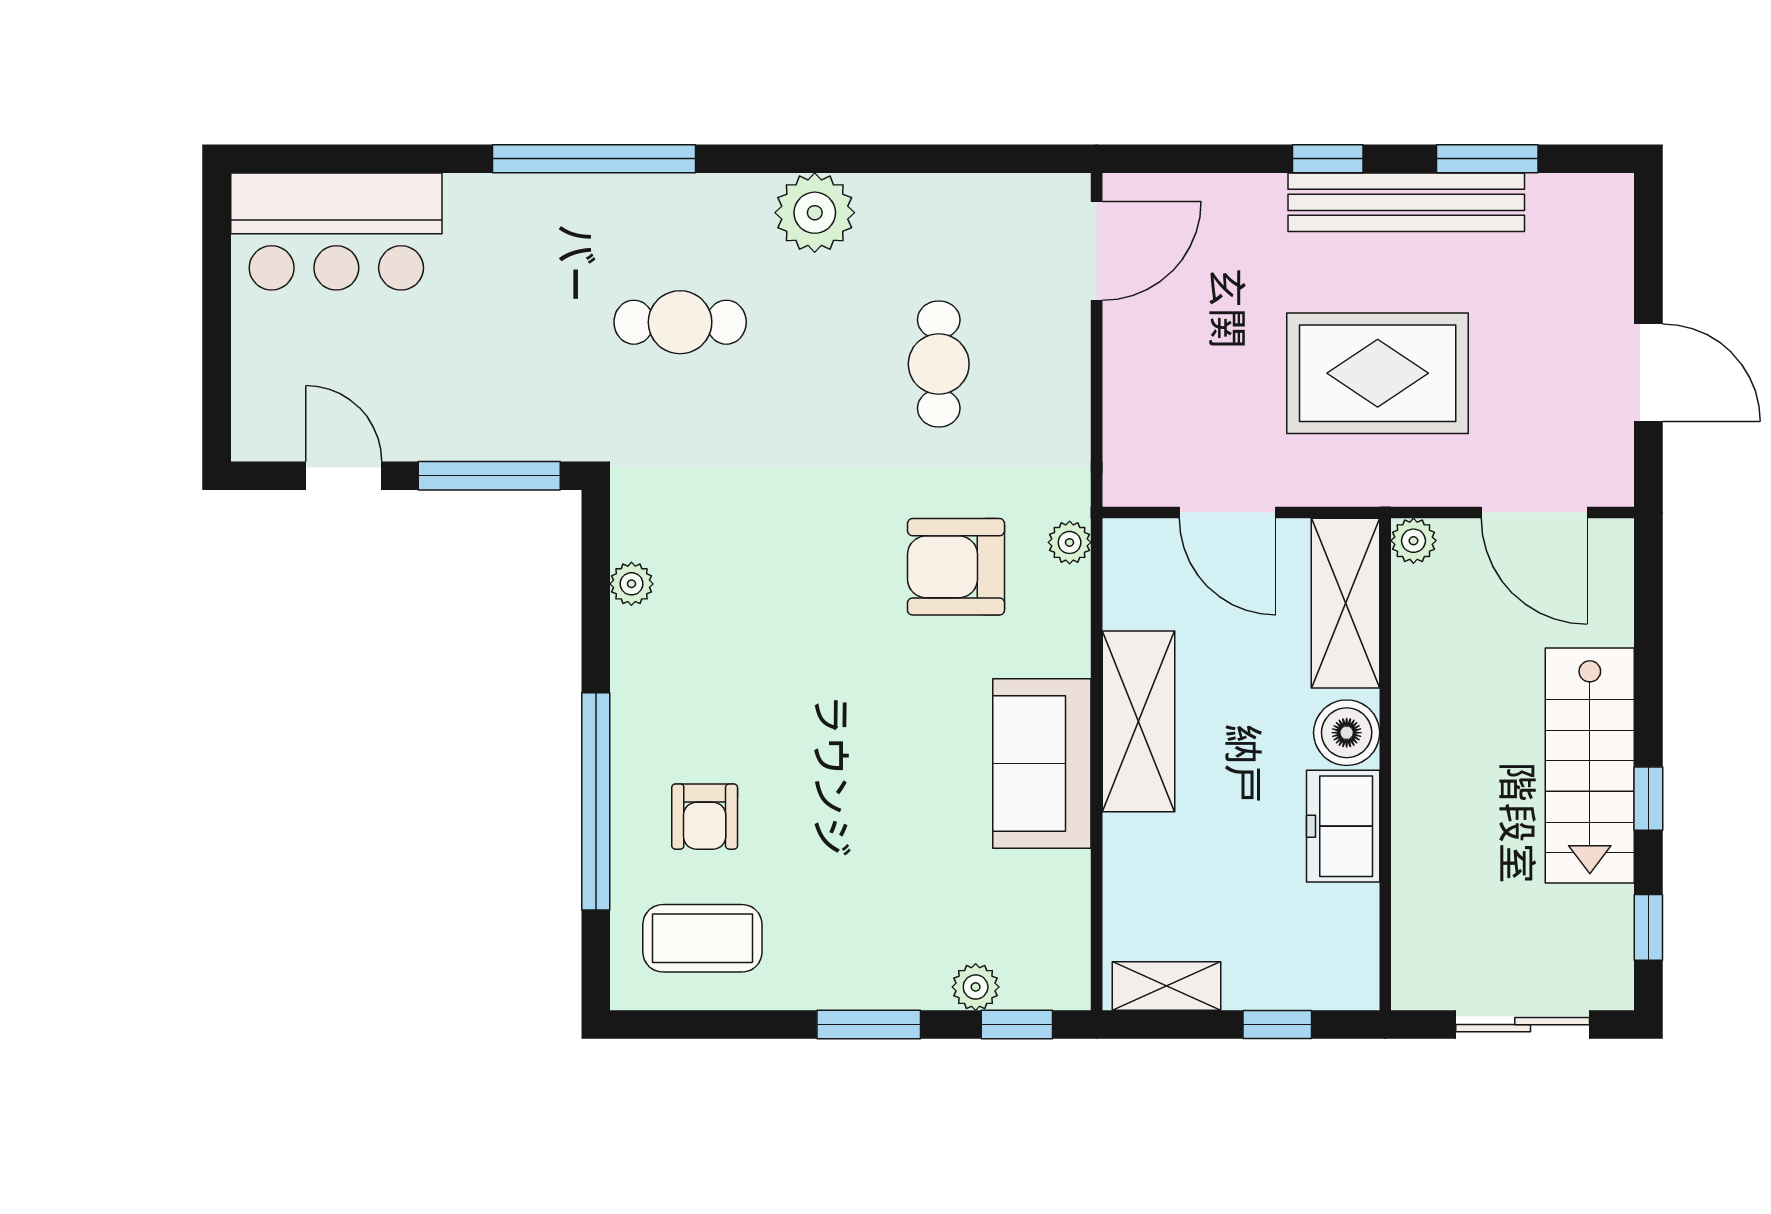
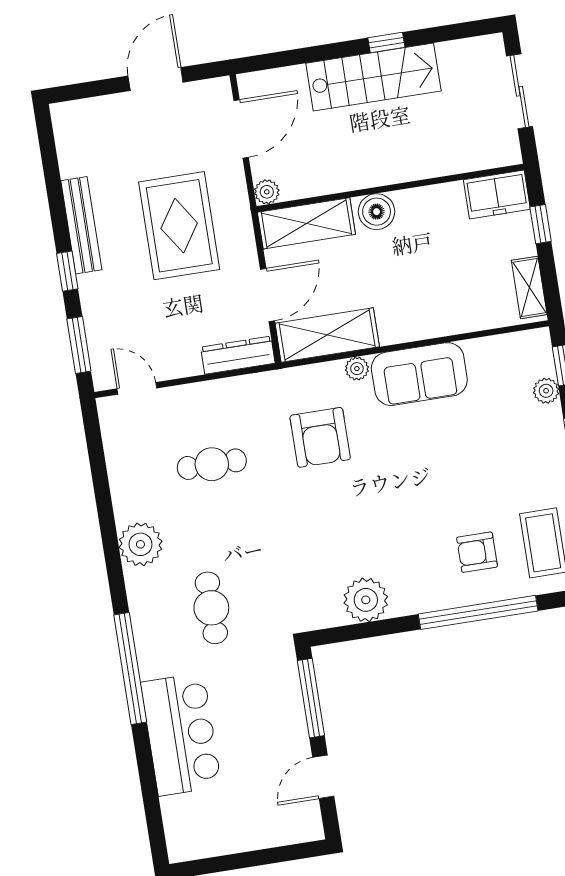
window: (1487, 159) -> (79, 345), moved
bench: (1406, 202) -> (81, 225), width x0.73, depth x0.82
bar counter: (336, 232) -> (181, 734), moved
door: (1097, 251) -> (137, 388), width x0.73
dresser: (1128, 442) -> (238, 355), added
plant: (1070, 542) -> (357, 369), moved
plant: (631, 584) -> (366, 600), width x1.88, depth x1.88
shelving: (1138, 721) -> (327, 335), moved
armchair: (705, 817) -> (477, 552), turned 180
freezer: (1343, 826) -> (497, 194), moved
window: (1648, 927) -> (456, 31), removed

